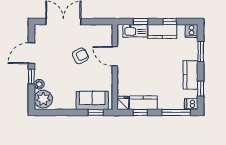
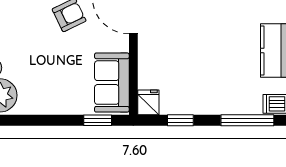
sofa: (92, 100) -> (112, 83), moved, turned -90
kitchen counter: (143, 103) -> (186, 102), removed

